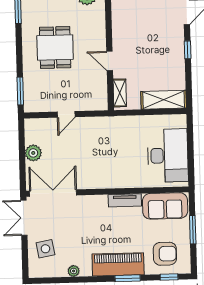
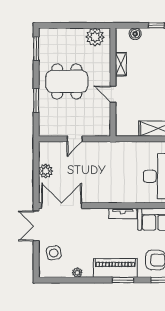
dining table: (55, 47) -> (67, 81), width x1.38
window: (20, 91) -> (36, 101), moved
shelving: (120, 93) -> (121, 64), moved

